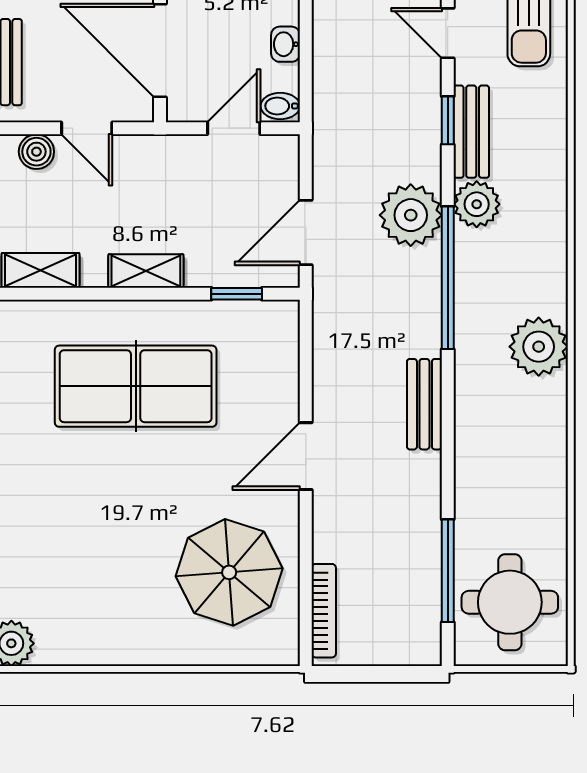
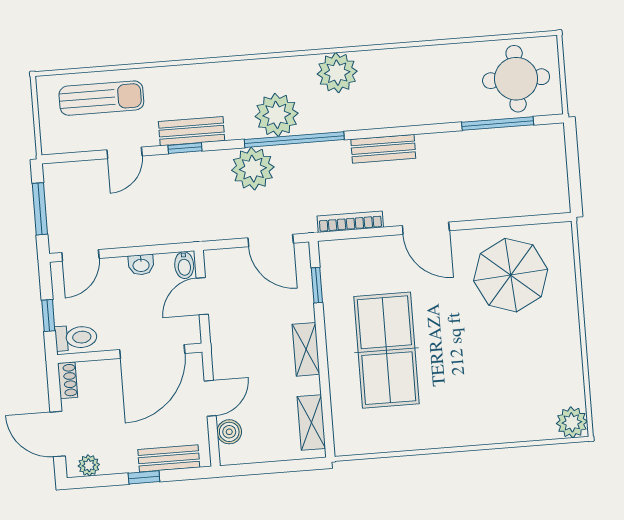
door: (234, 128) -> (202, 296), hinge flipped
plant: (477, 204) -> (277, 115), moved, width x1.36, depth x1.36
bookcase: (324, 611) -> (350, 222), moved

